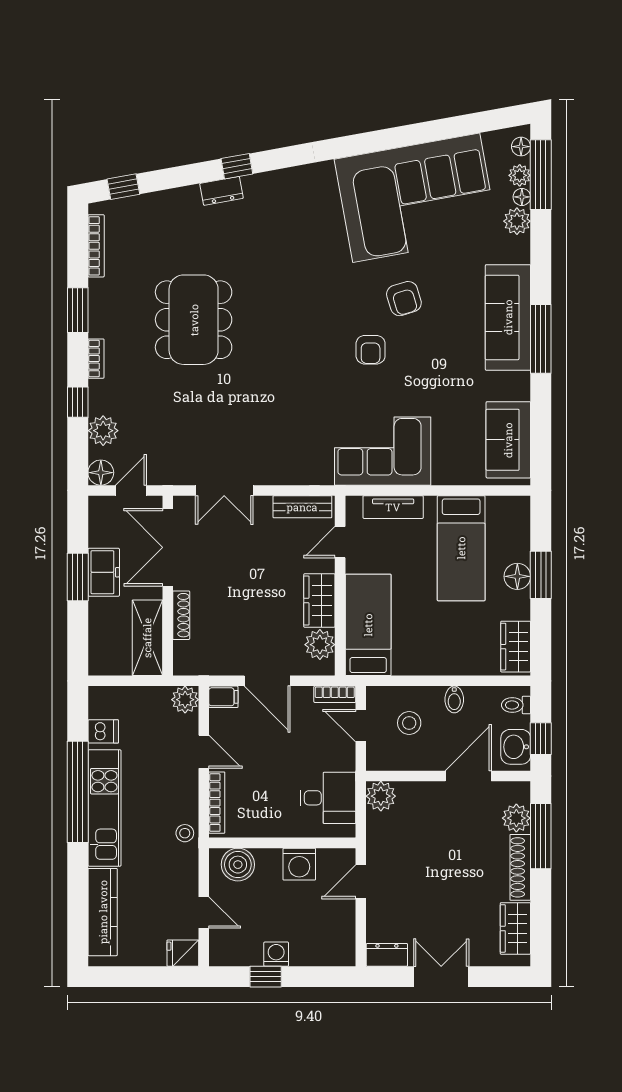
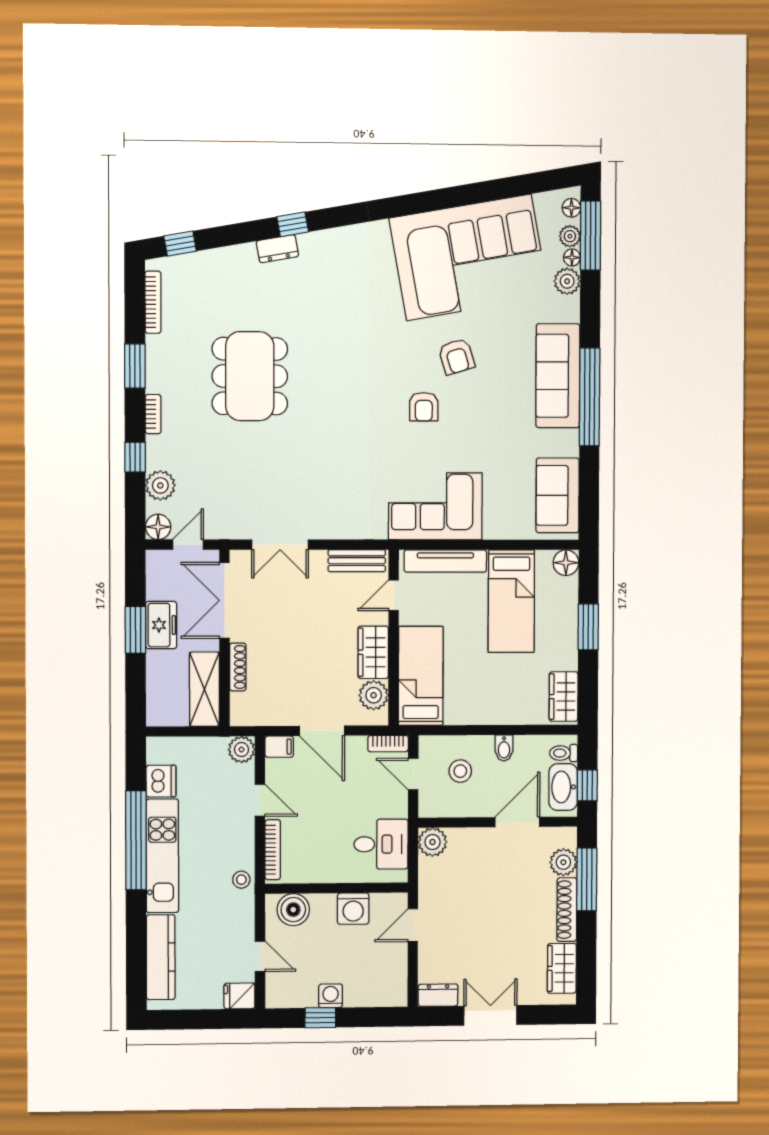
window: (541, 339) -> (590, 397), width x1.46
tv unit: (393, 507) -> (445, 561), width x1.41
floor lamp: (517, 576) -> (566, 563), moved
dishwasher: (103, 731) -> (161, 781), width x1.38
washbasin: (516, 747) -> (563, 787), width x1.38

